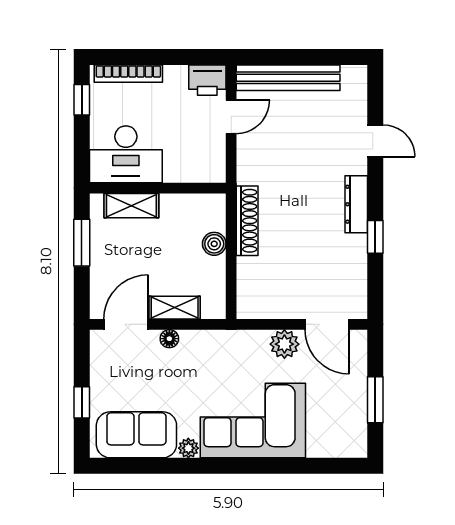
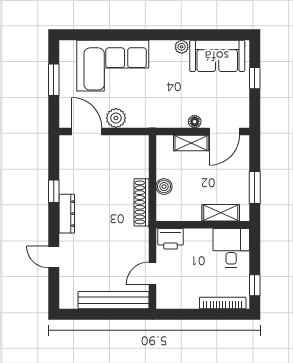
printer: (207, 80) -> (171, 239), moved, turned 180
desk: (126, 154) -> (231, 248), width x0.73
corner sofa: (253, 421) -> (113, 66), moved

